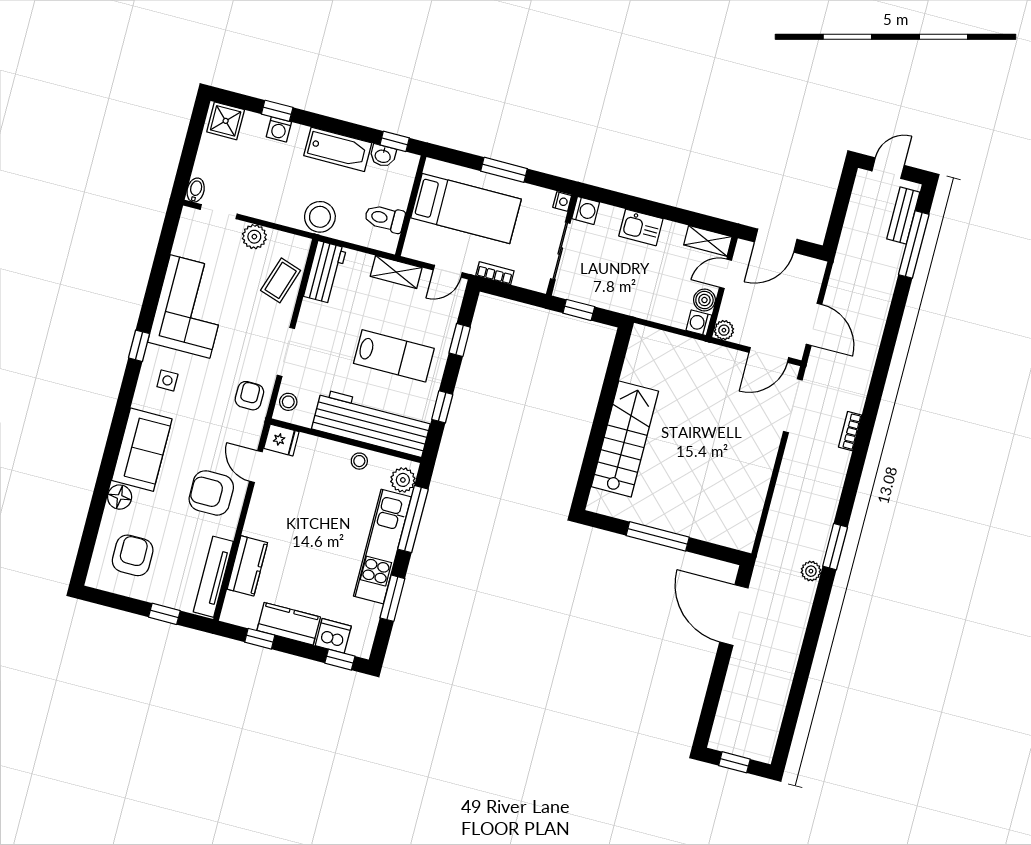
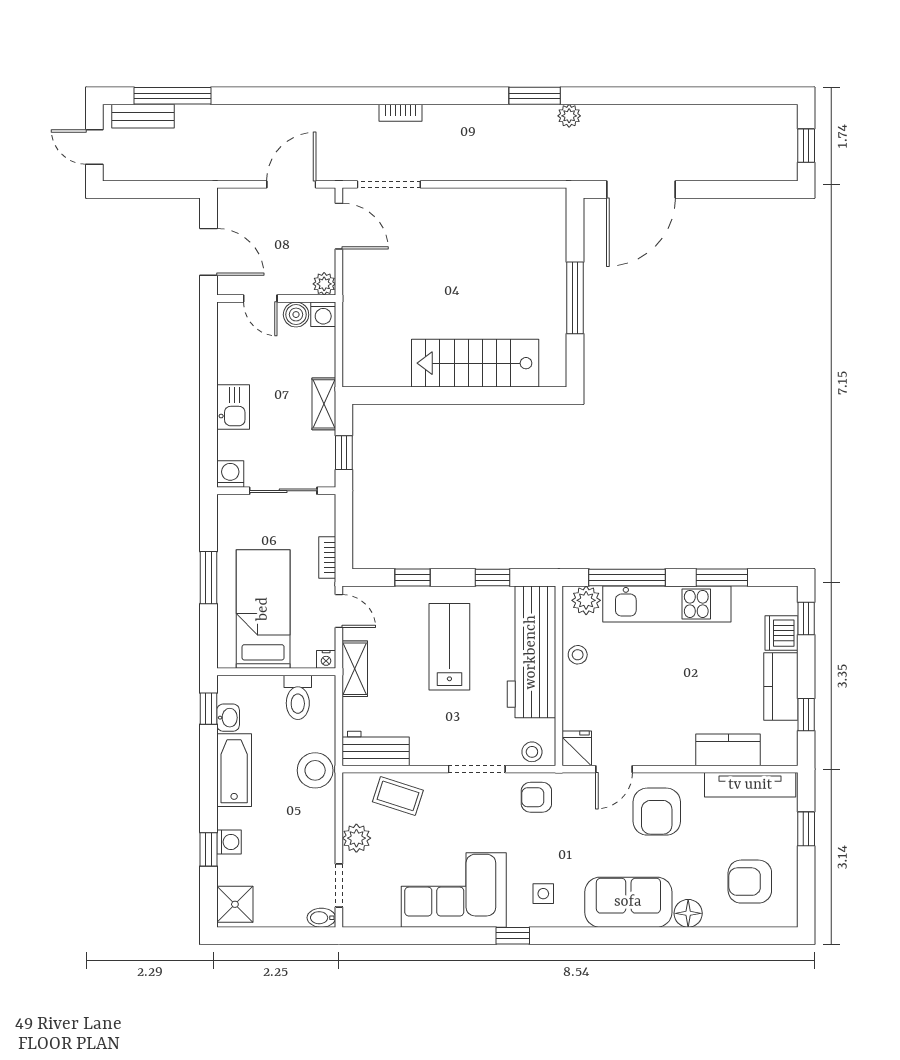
nightstand: (562, 201) -> (326, 659), moved, turned 180
shelving: (708, 241) -> (324, 404), moved

